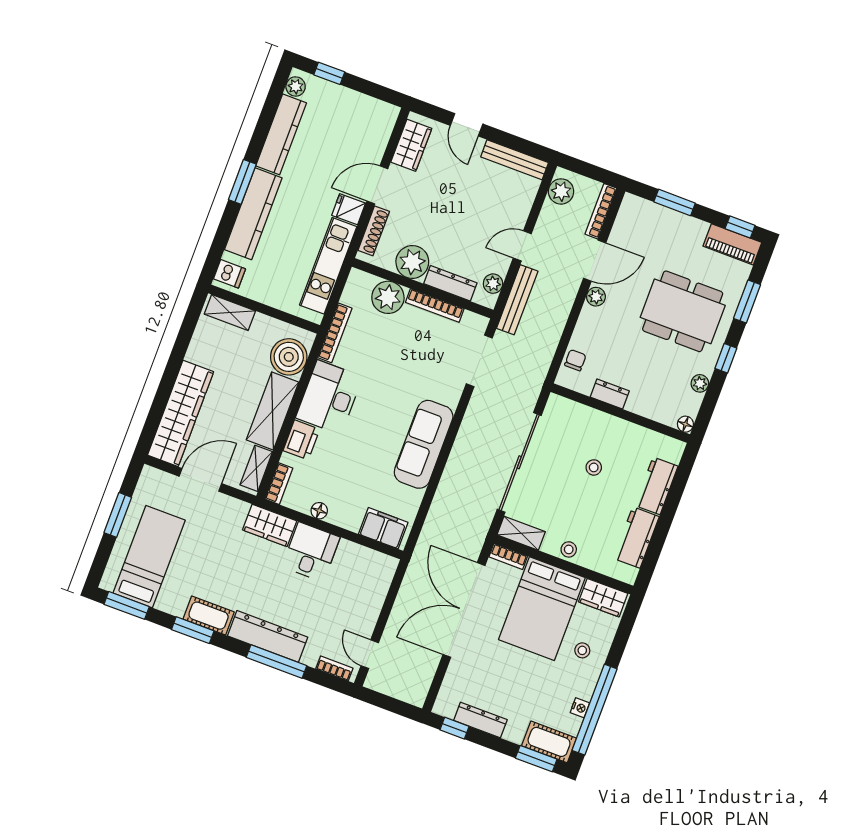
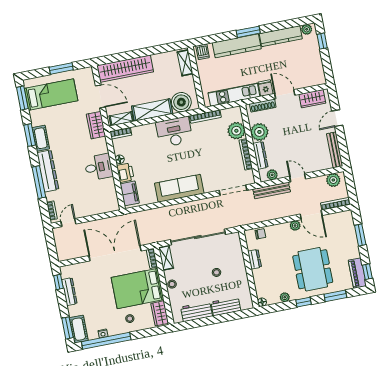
printer: (301, 440) -> (125, 173), moved, turned -90
wardrobe: (270, 525) -> (96, 125), moved

